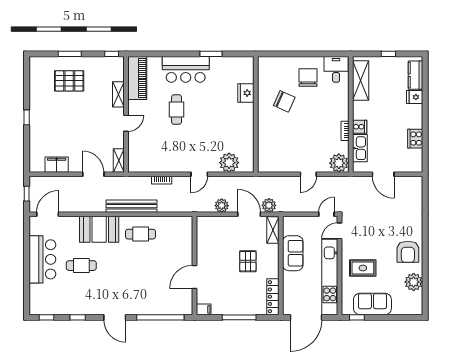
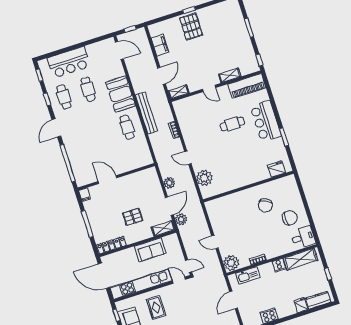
pallet: (69, 81) -> (191, 27), moved
fridge: (246, 93) -> (276, 169), moved
cooker: (360, 127) -> (279, 265), moved
bar counter: (42, 259) -> (69, 62), moved
cafe table: (81, 297) -> (64, 97), added

